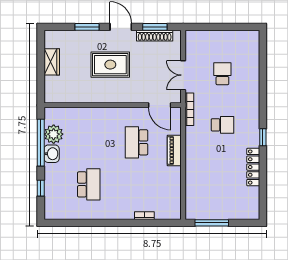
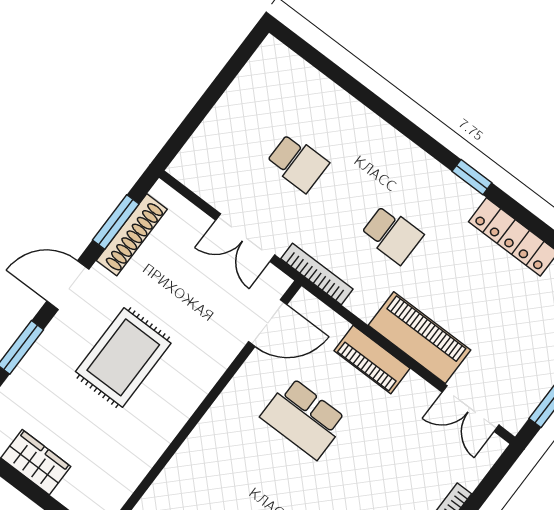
school desk: (222, 74) -> (298, 163), turned 180
school desk: (222, 125) -> (392, 235), turned 90
piano: (194, 161) -> (419, 338), added
double door: (183, 197) -> (471, 409), added

